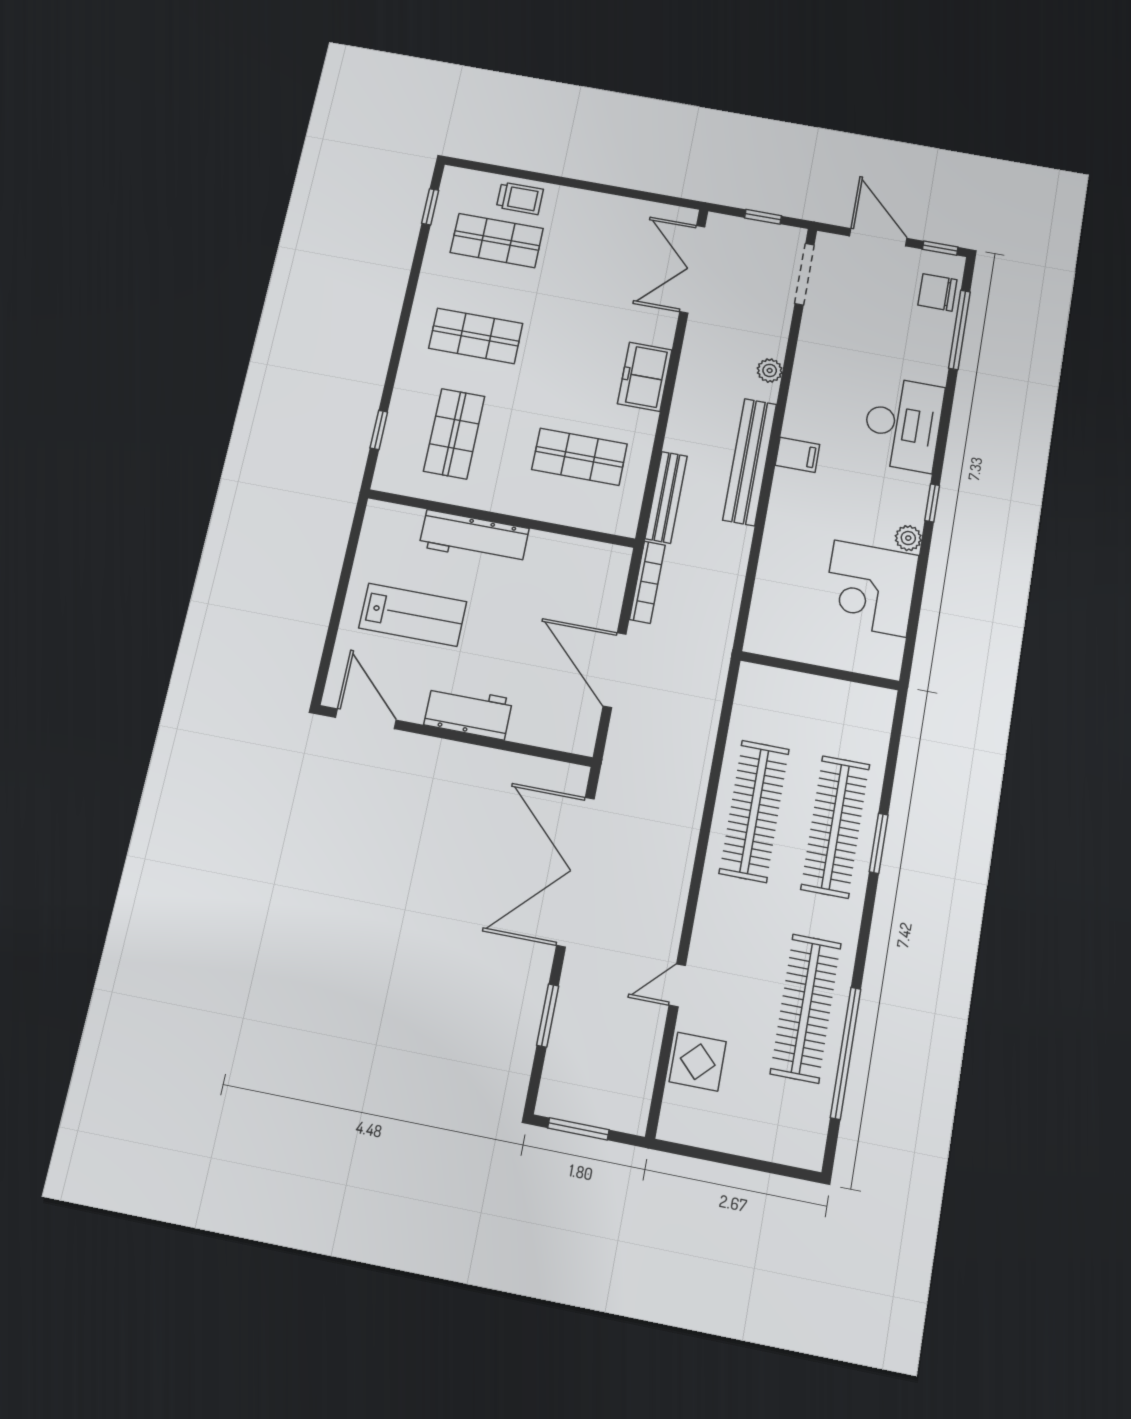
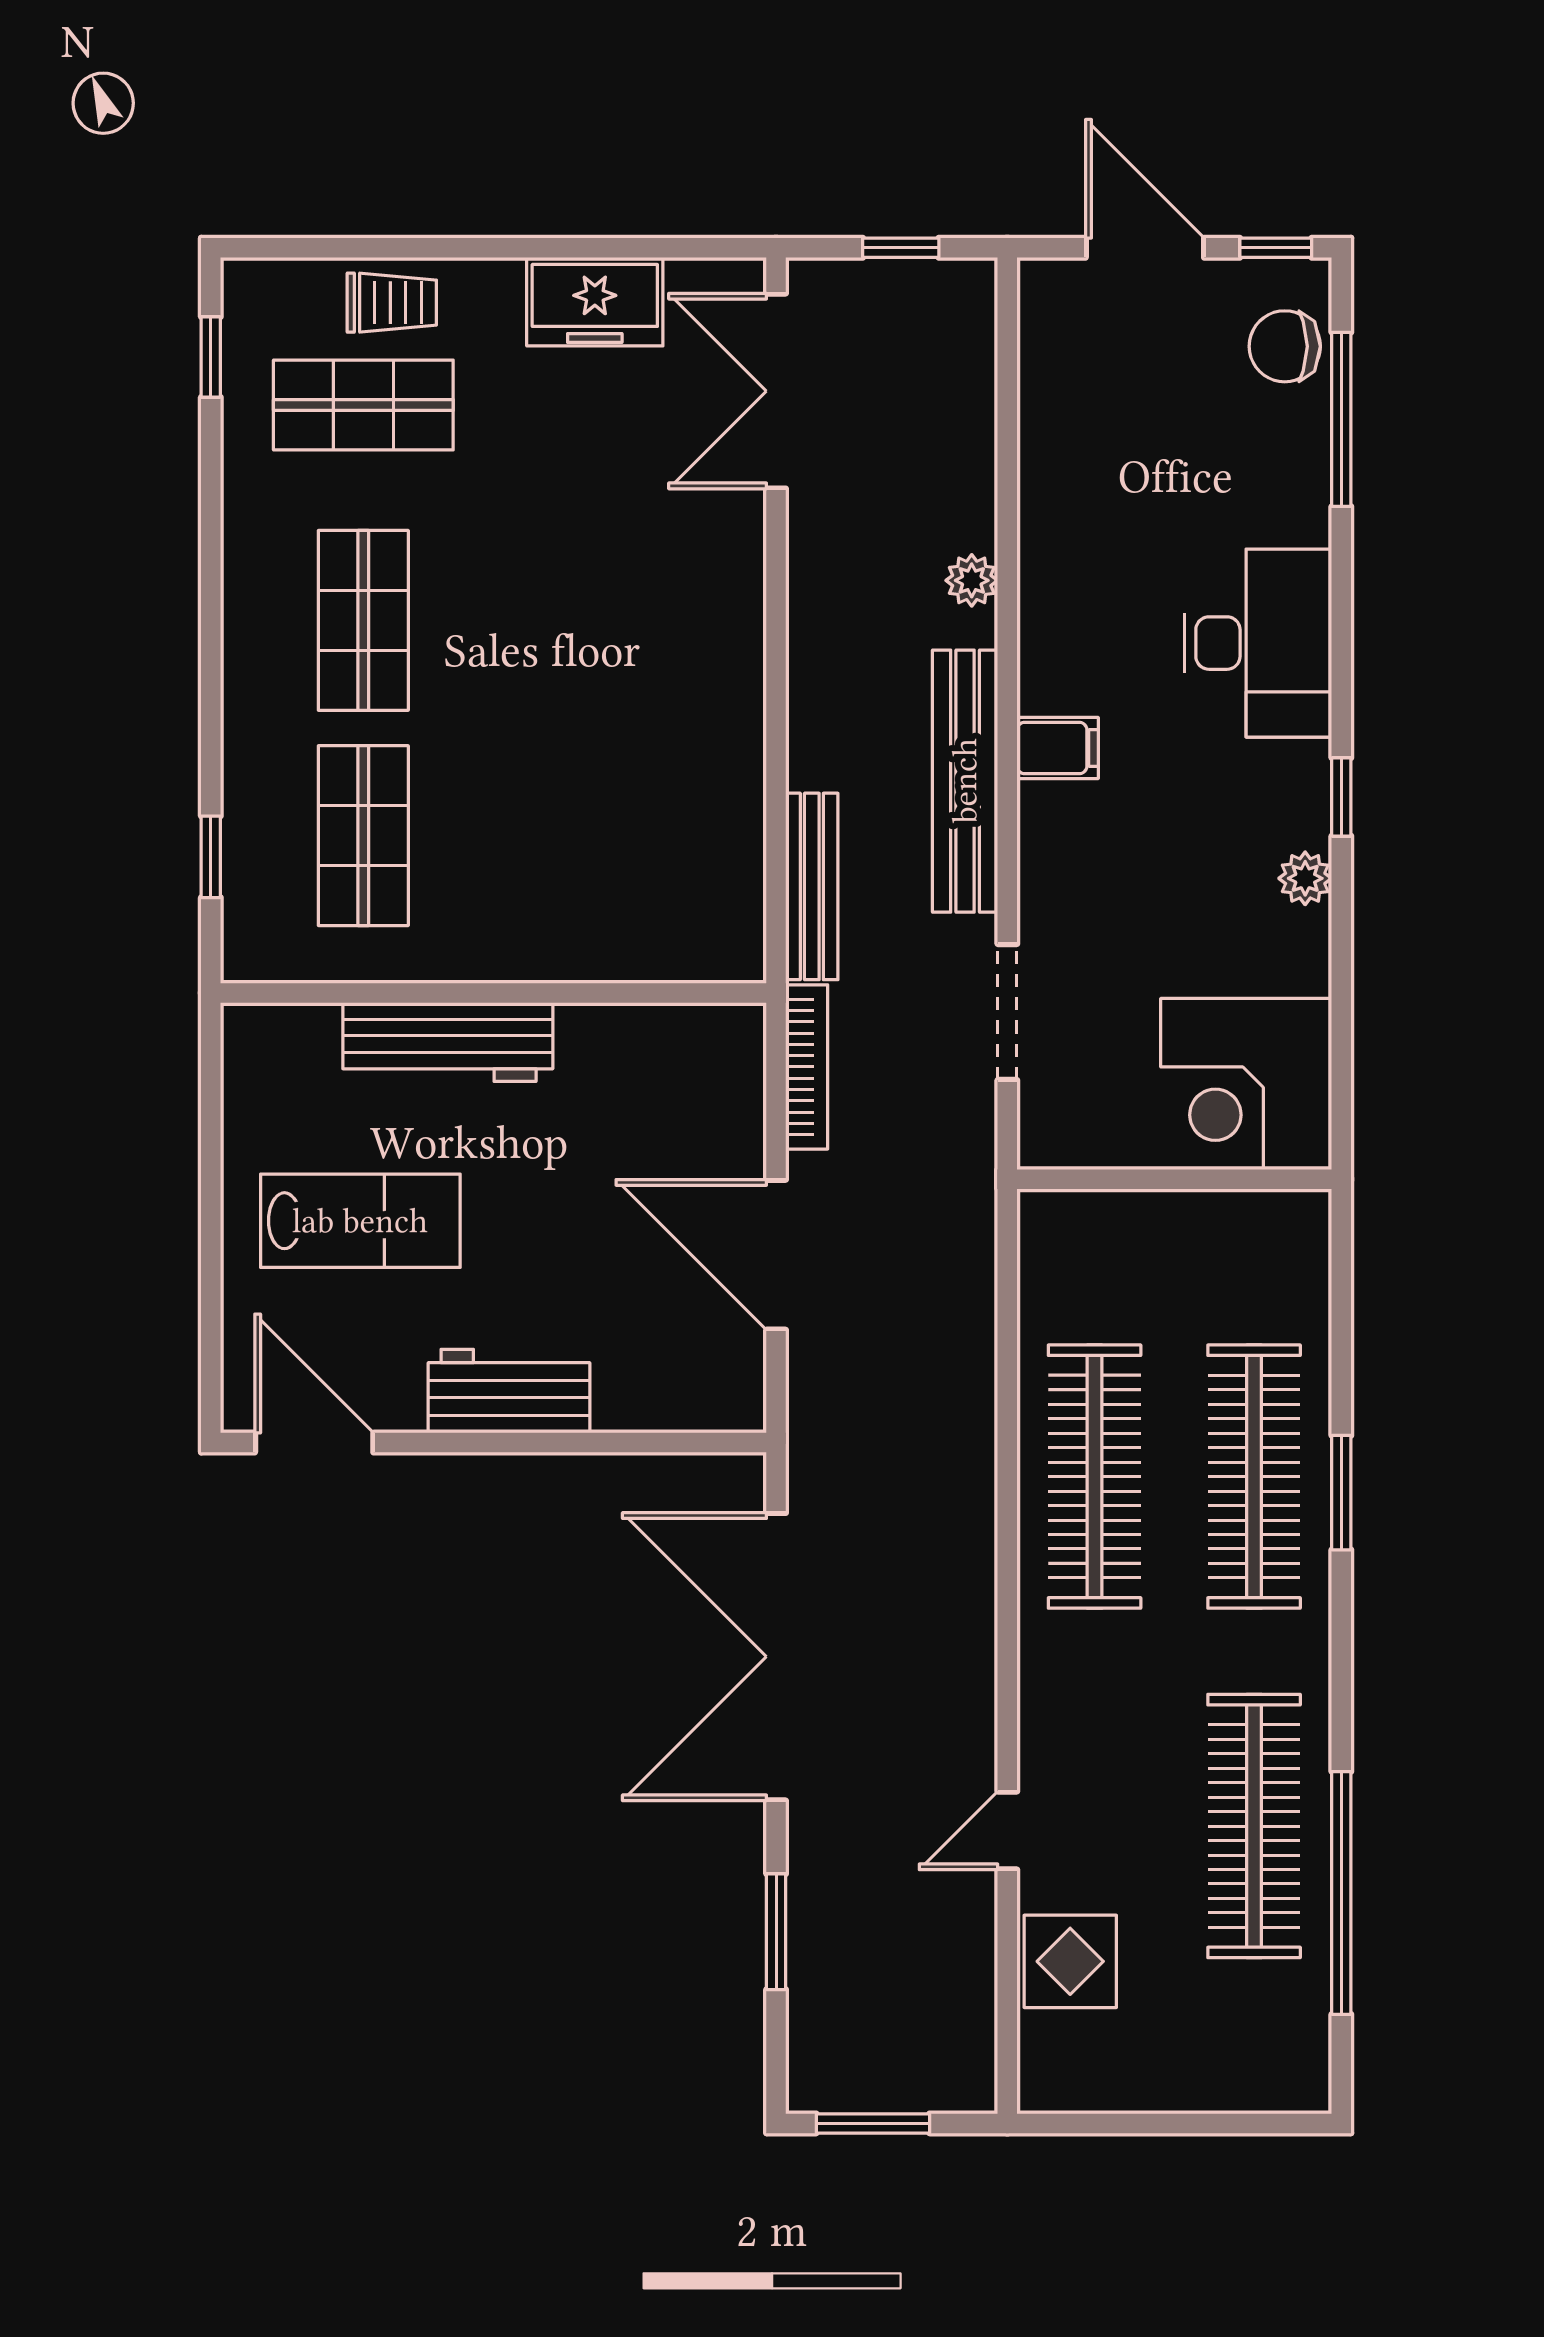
doorway: (805, 274) -> (1007, 1012), moved
shop shelf: (476, 336) -> (363, 620), turned 90
freezer: (645, 377) -> (595, 302), moved, turned -90
shop shelf: (579, 457) -> (624, 836), removed
corner desk: (870, 588) -> (1246, 1084), moved

